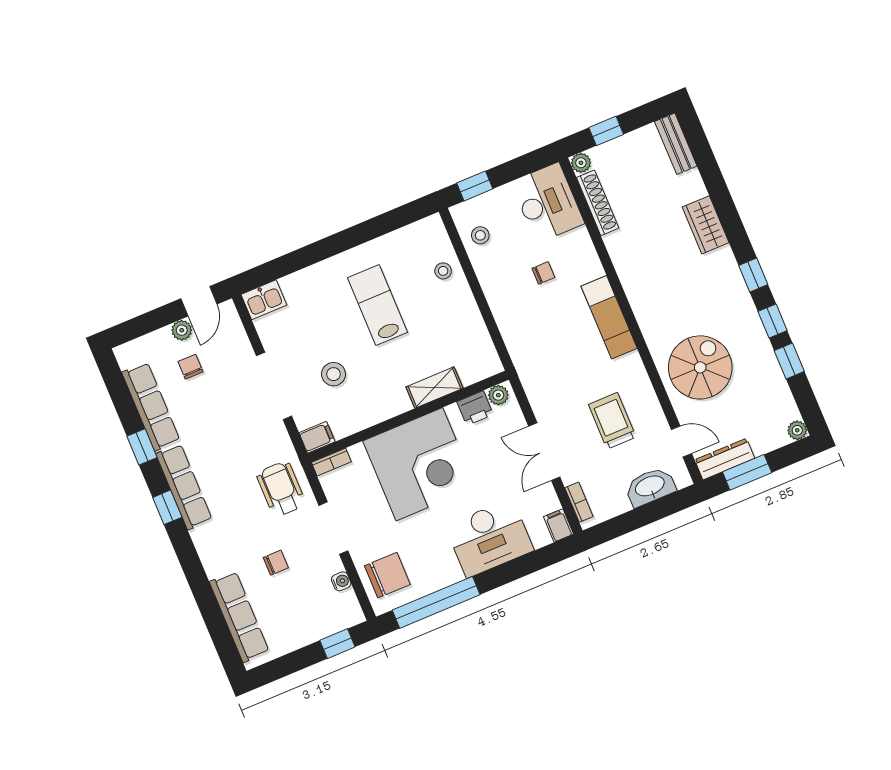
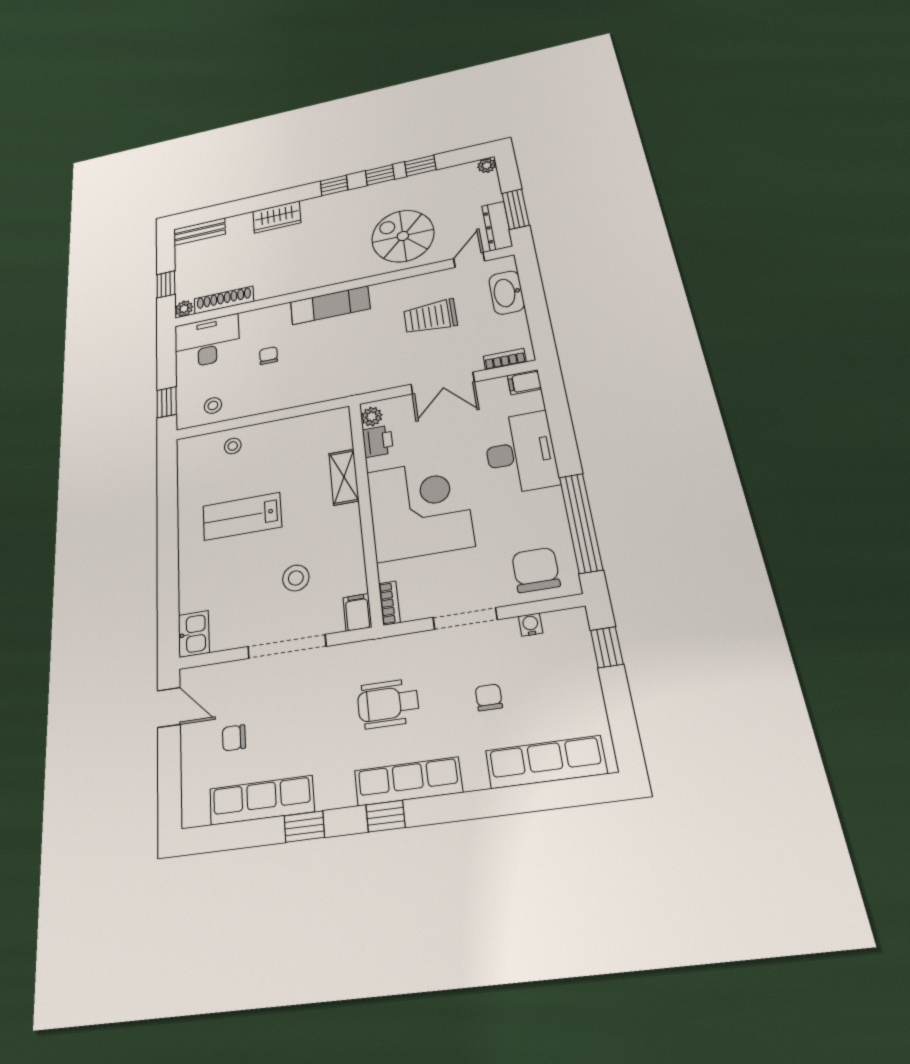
plant: (182, 330) -> (192, 737), removed
row of seats: (184, 487) -> (408, 781), moved
wheelchair: (281, 489) -> (388, 704), moved

